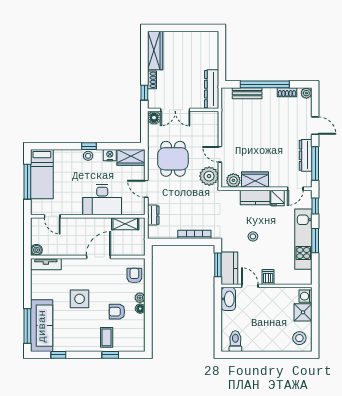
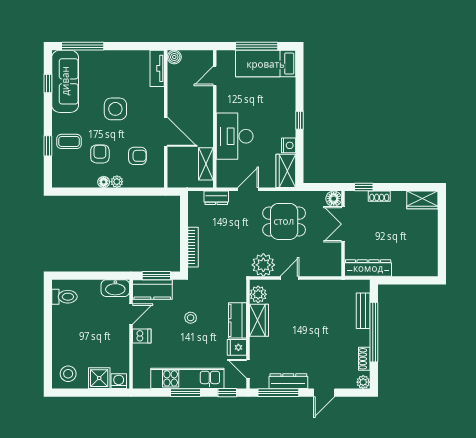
wardrobe: (155, 50) -> (422, 200), width x0.67
stool: (88, 156) -> (288, 119), removed
armchair: (134, 276) -> (137, 156), moved
sofa: (42, 326) -> (65, 81), moved, turned -90

